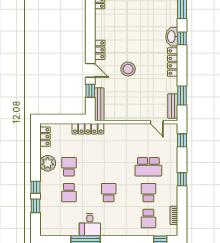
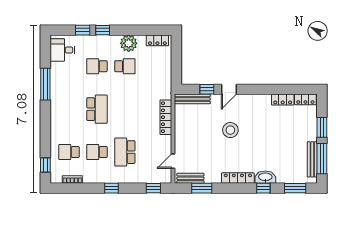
locker: (100, 50) -> (283, 100), moved
locker: (88, 129) -> (166, 117), moved
school desk: (109, 193) -> (97, 109), width x1.85
school desk: (148, 193) -> (97, 152), turned 180
desk: (90, 225) -> (62, 50), moved

